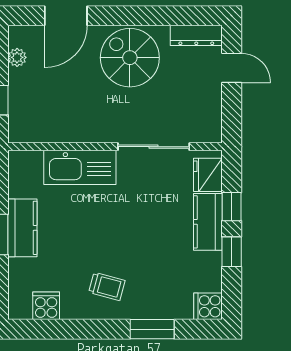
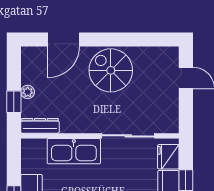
dresser: (196, 35) -> (40, 126), moved, turned 180
plant: (17, 57) -> (28, 92), moved

